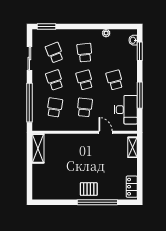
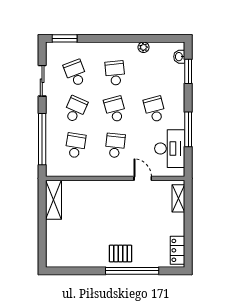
school desk: (55, 80) -> (75, 109), turned 42

